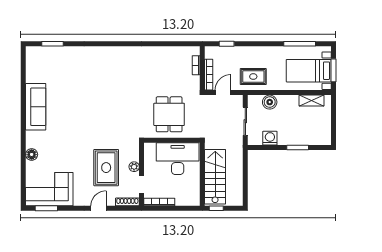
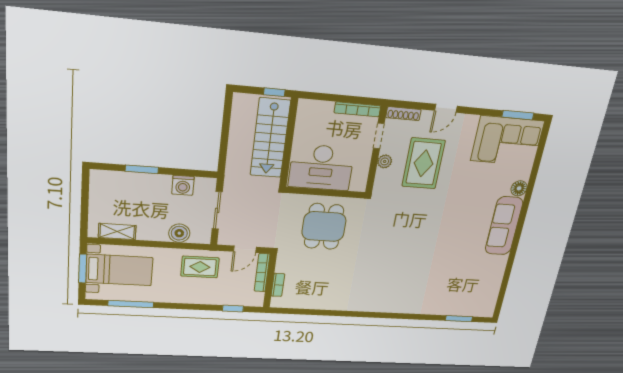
sofa: (36, 107) -> (504, 226), moved

